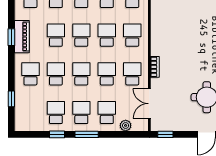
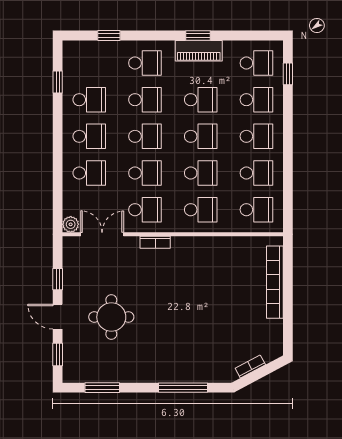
plant: (126, 125) -> (71, 224), moved
window: (57, 134) -> (58, 82), moved
window: (87, 134) -> (58, 144), removed
window: (165, 134) -> (58, 279), moved

